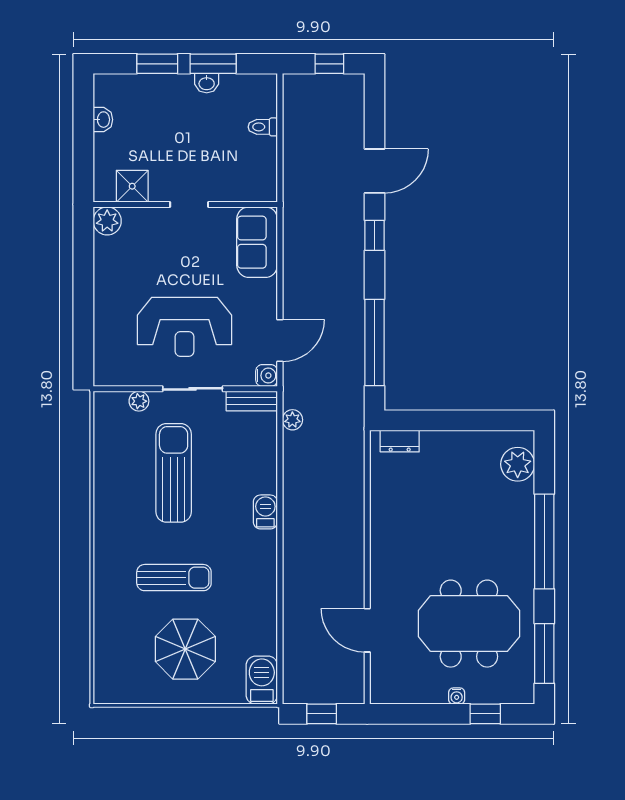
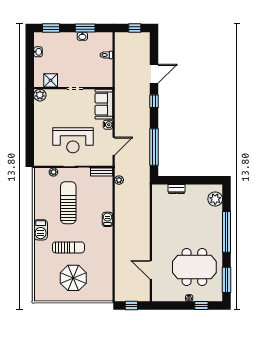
window: (157, 64) -> (51, 28), moved
water cooler: (267, 376) -> (108, 125), moved
dresser: (400, 441) -> (176, 189), moved
barbecue: (262, 680) -> (41, 230), moved, turned 180

